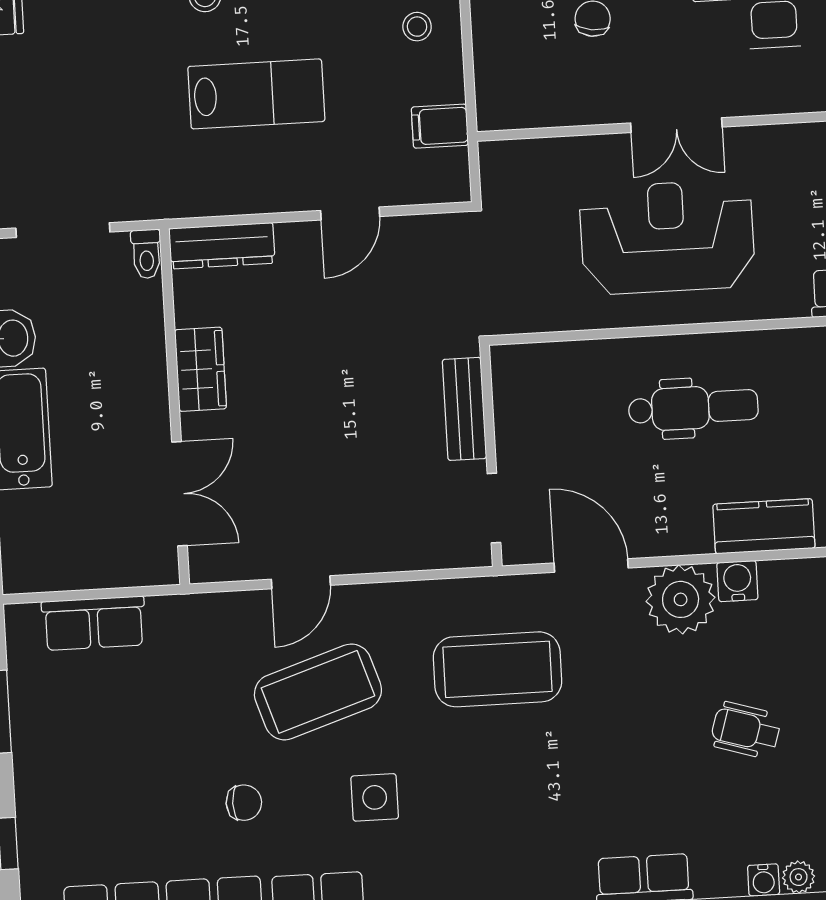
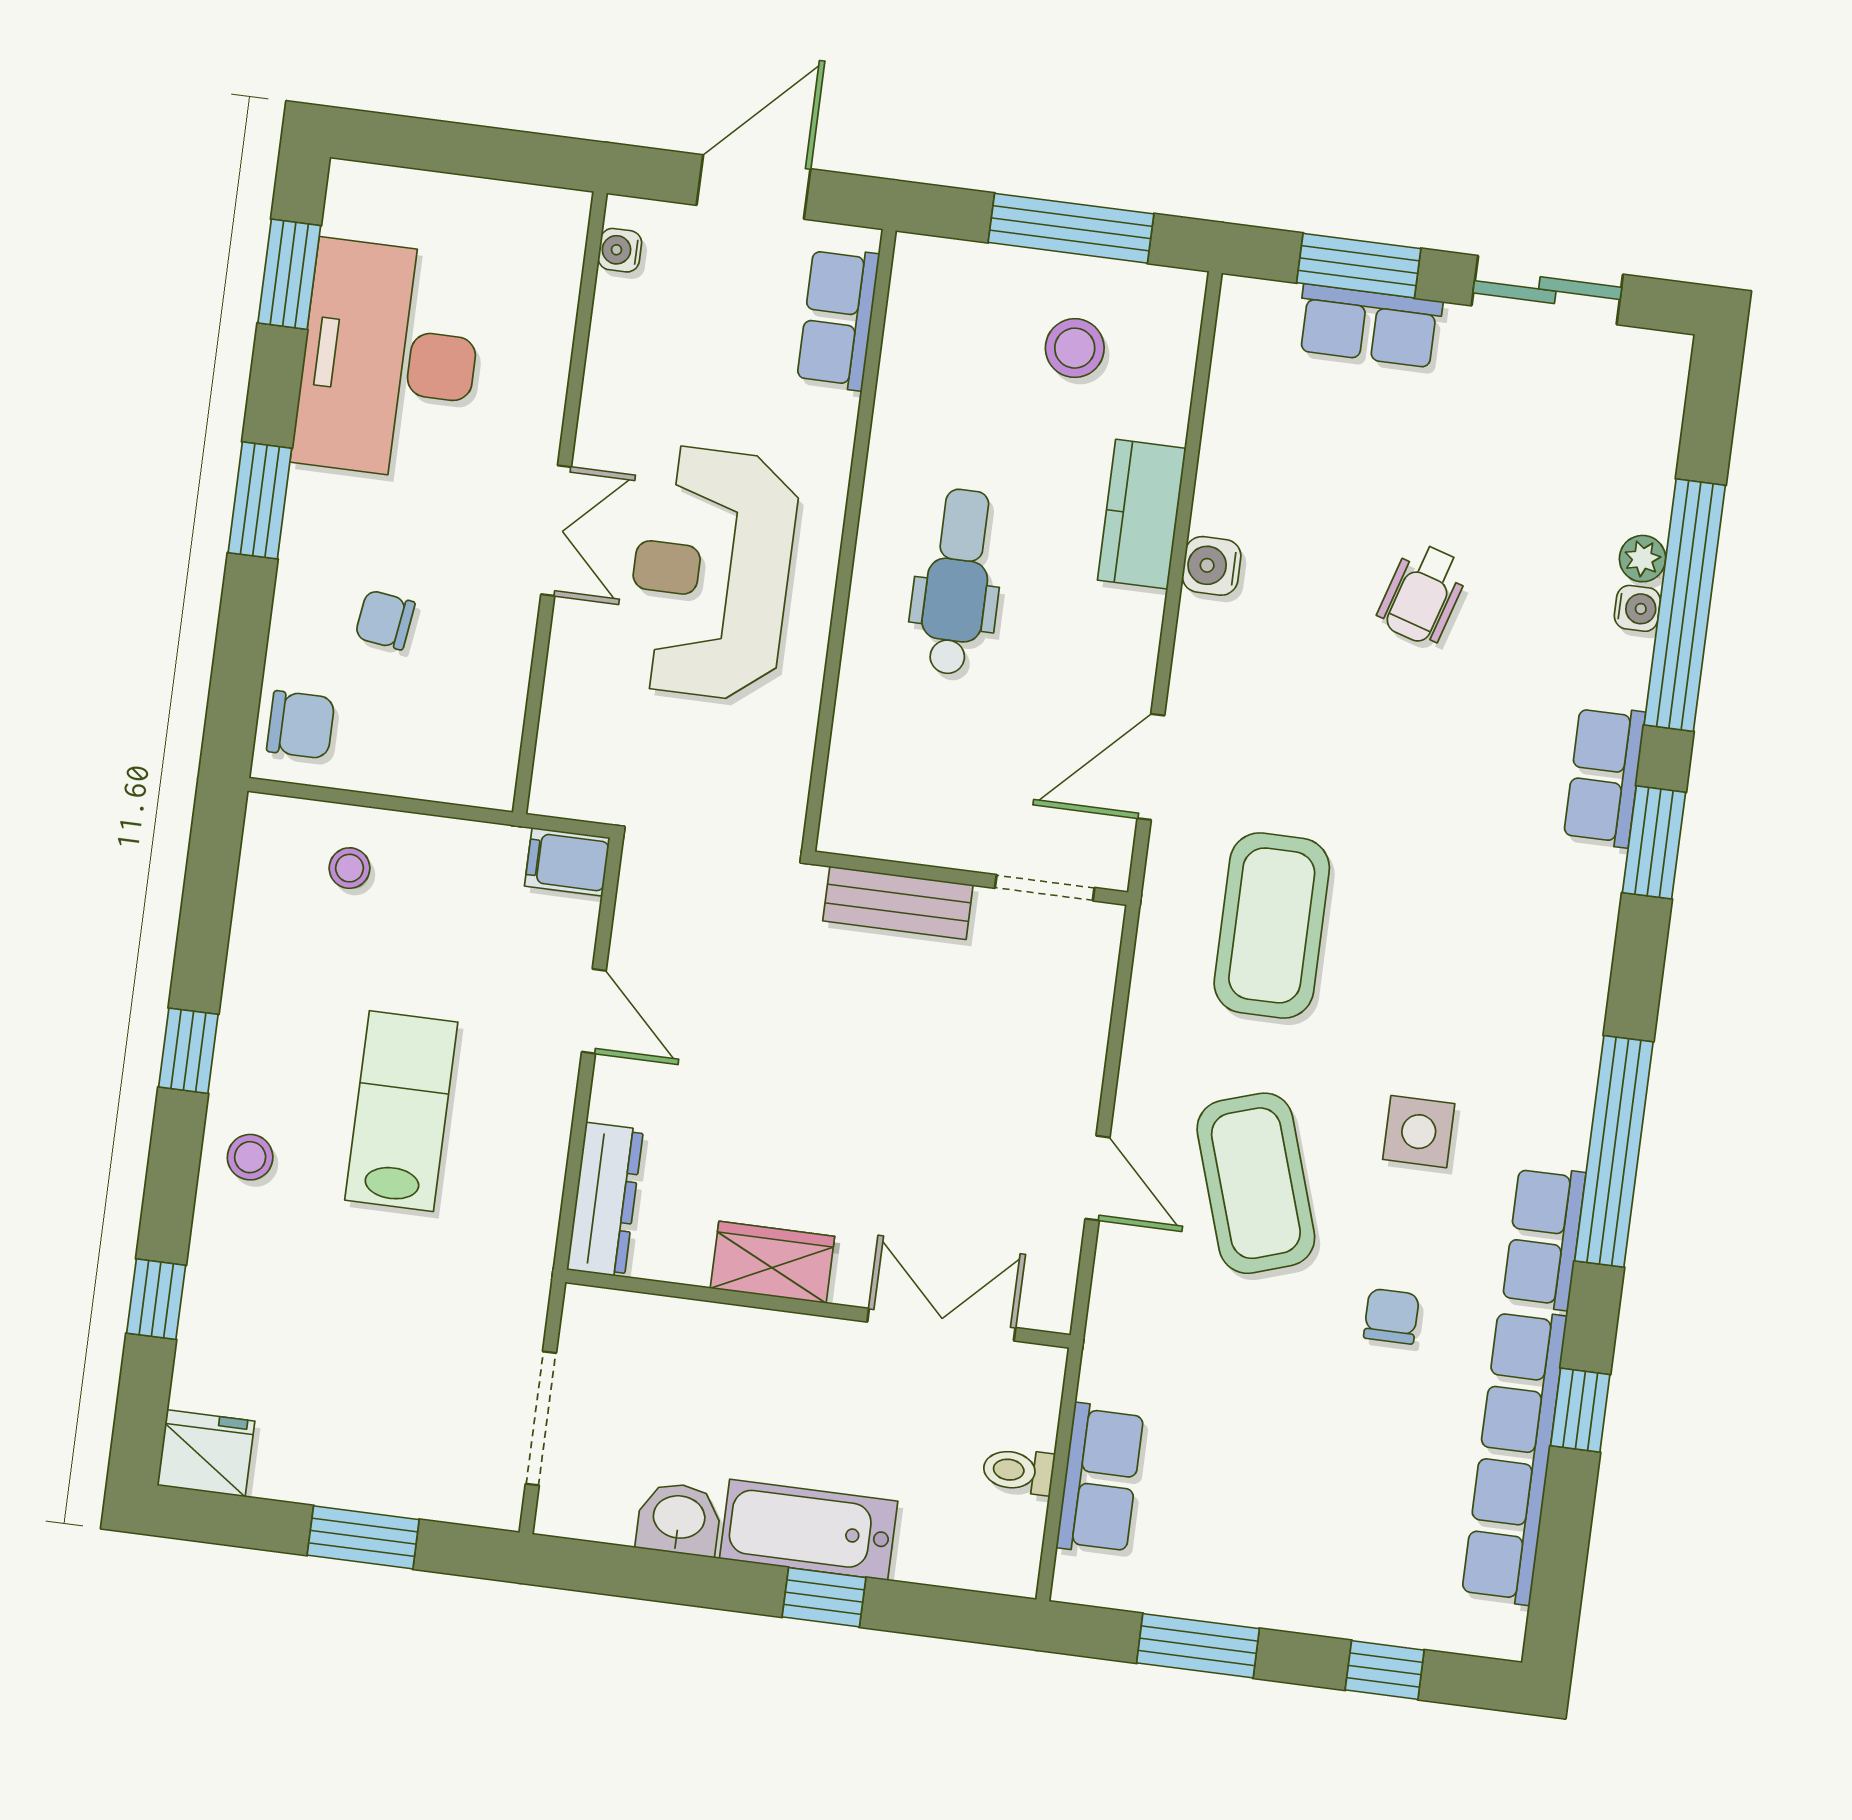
filing cabinet: (440, 126) -> (567, 862), moved, turned 90
toilet: (146, 254) -> (1018, 1471), moved, turned 180
plant: (681, 599) -> (1222, 650), removed

